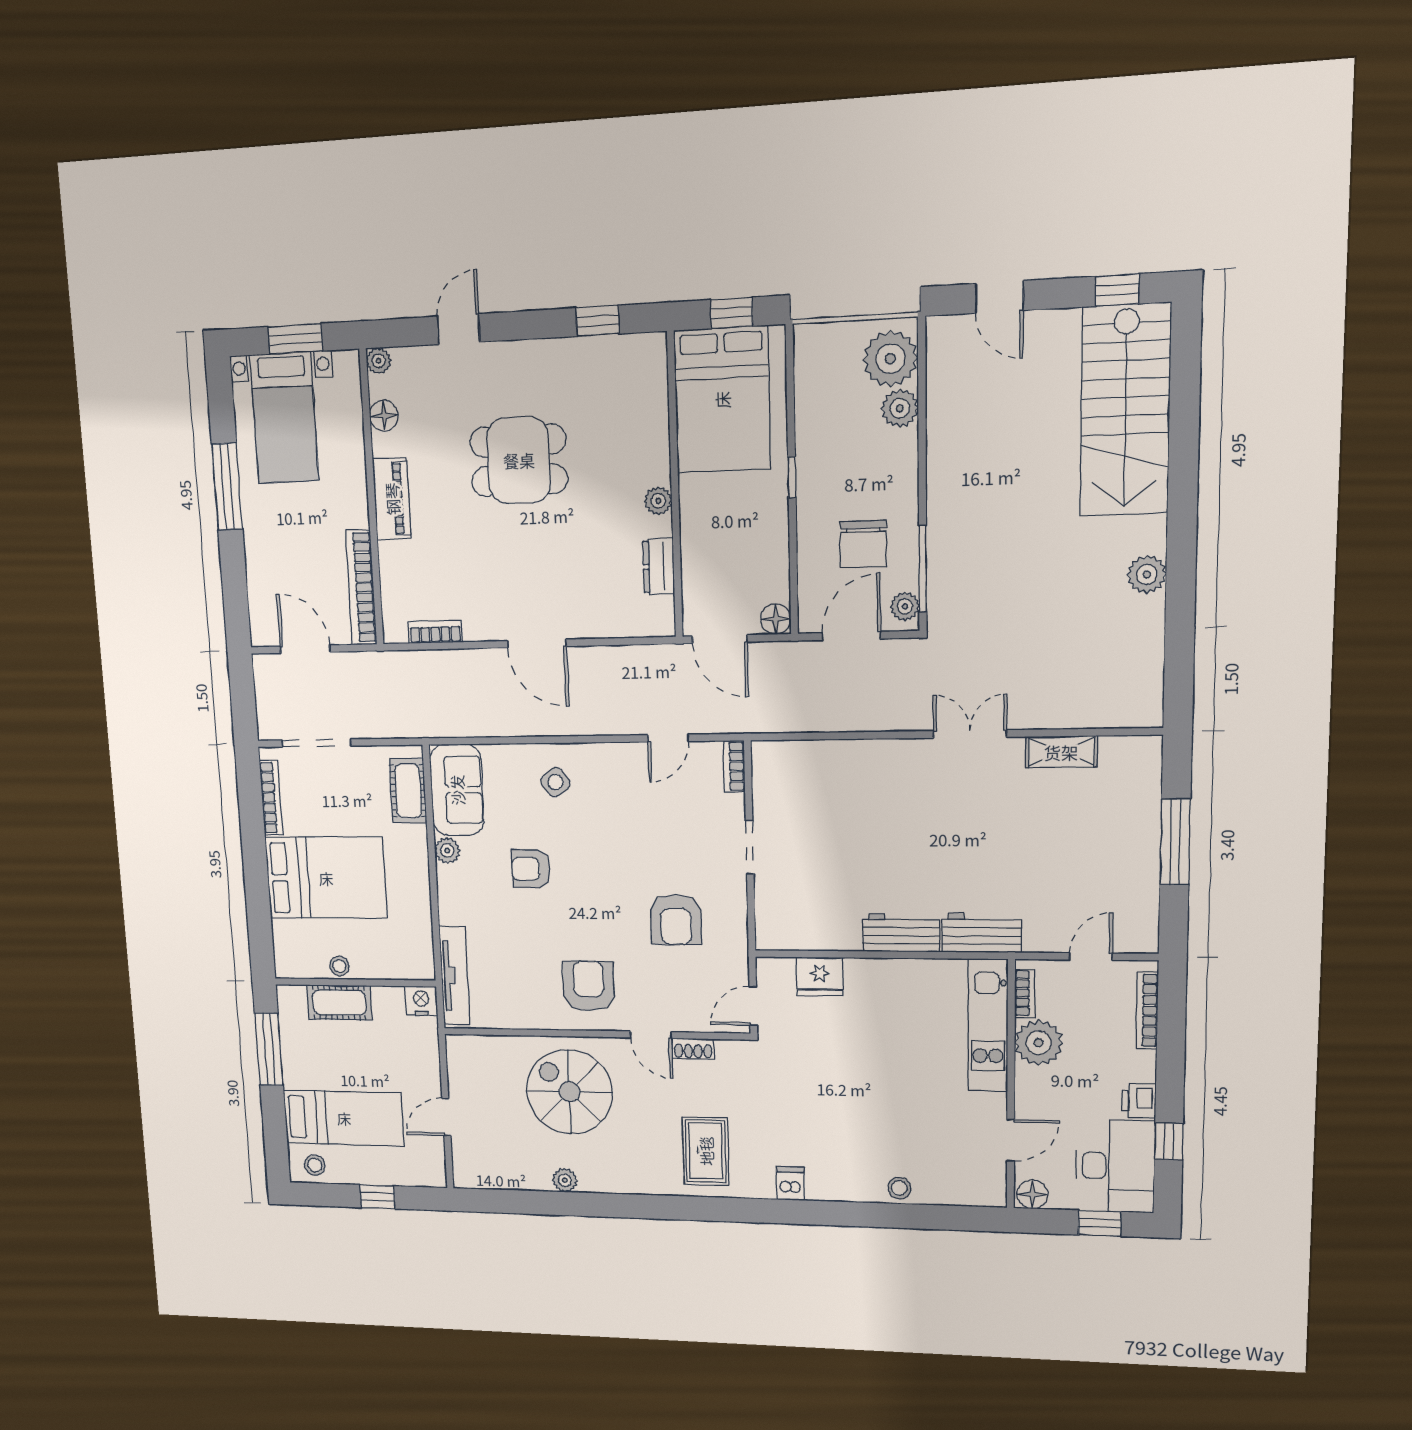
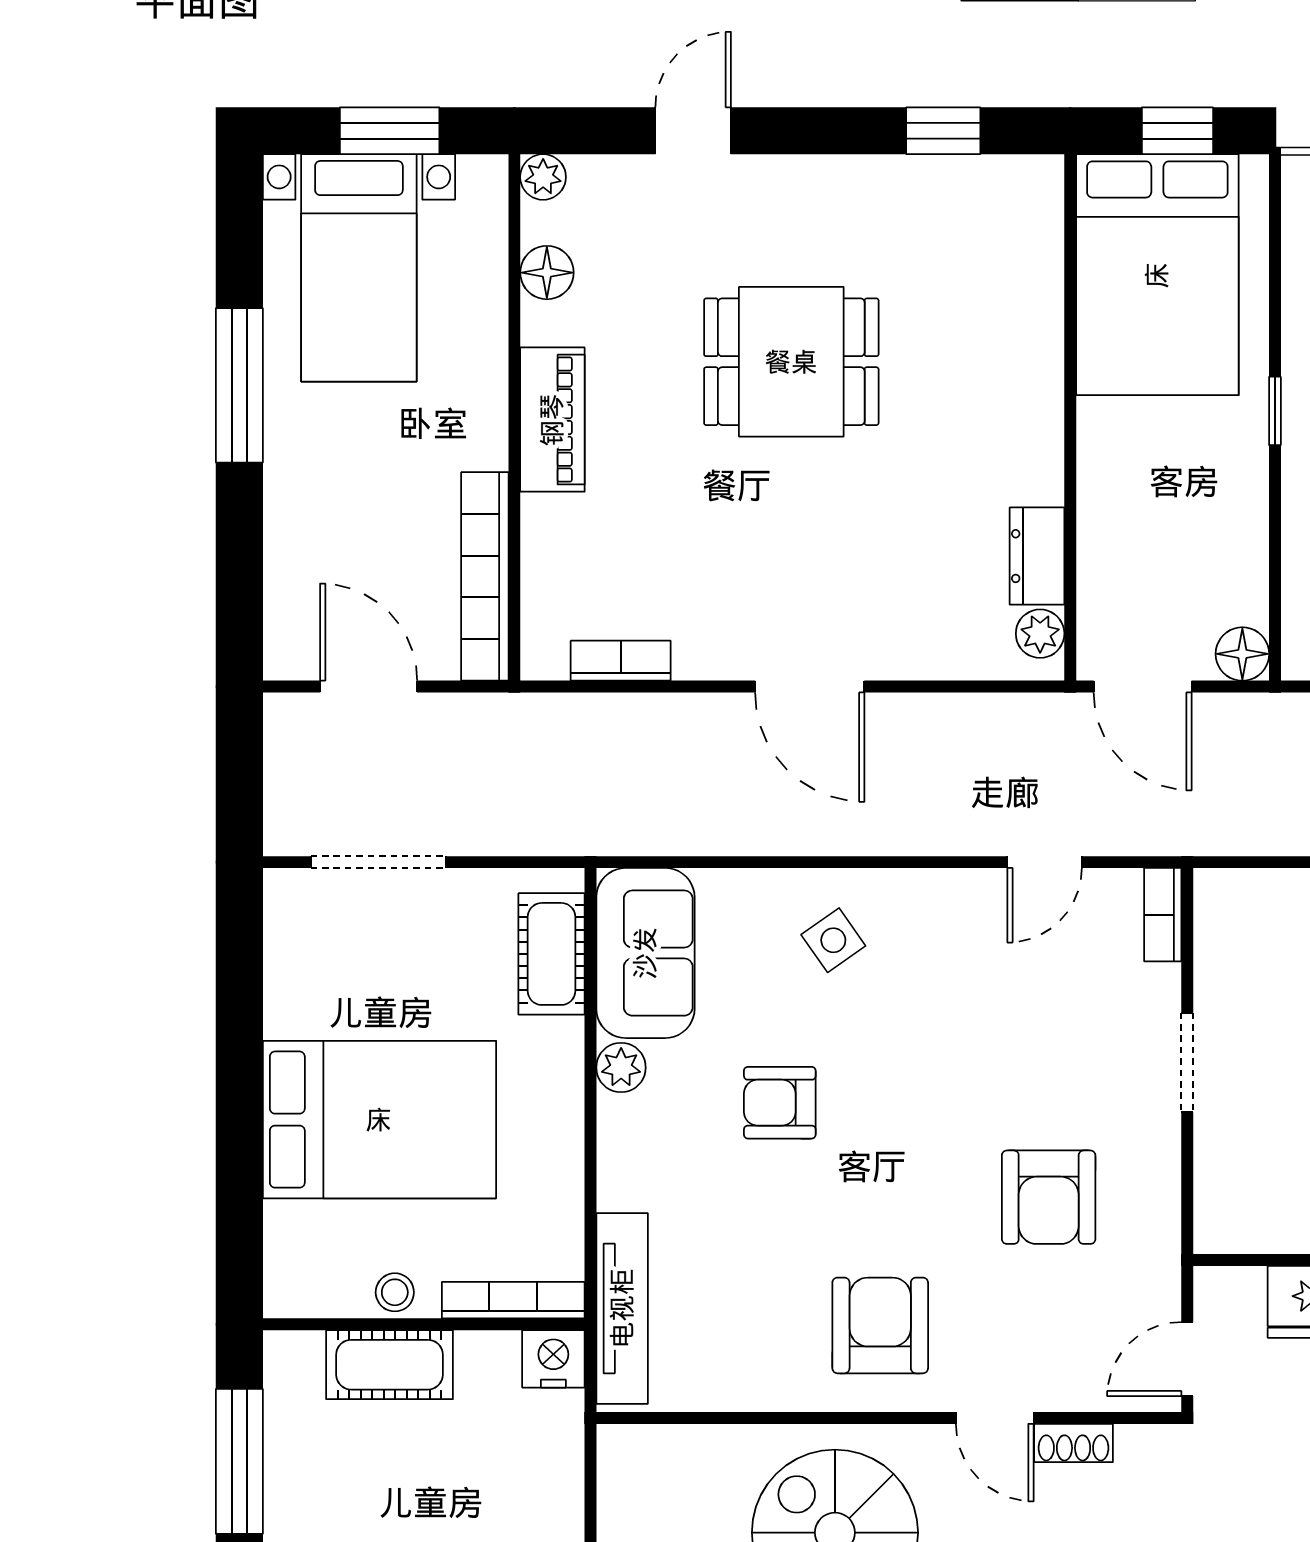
plant: (658, 501) -> (1040, 634), moved
bookcase: (271, 798) -> (513, 1300), moved, turned -90

